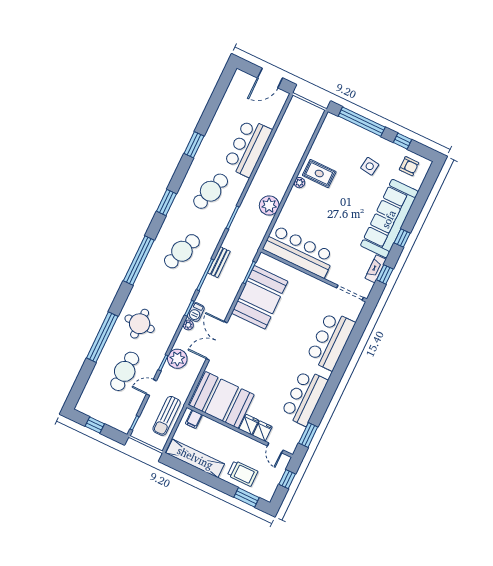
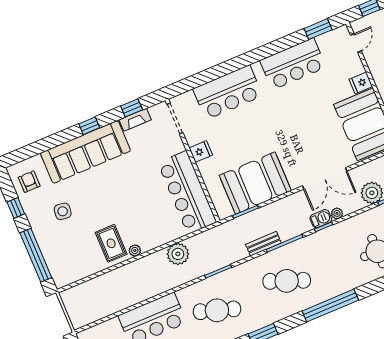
fridge: (262, 431) -> (201, 151), moved, turned 180

